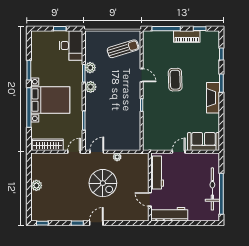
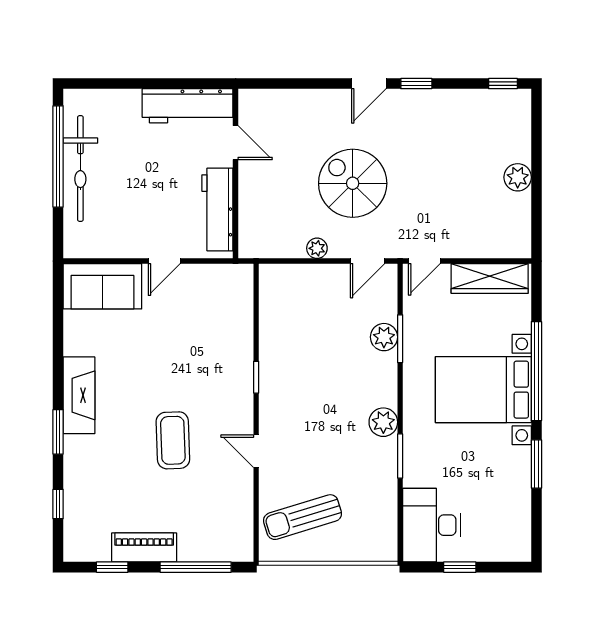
plant: (90, 68) -> (384, 337), moved

